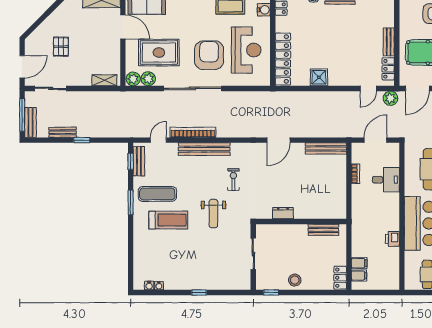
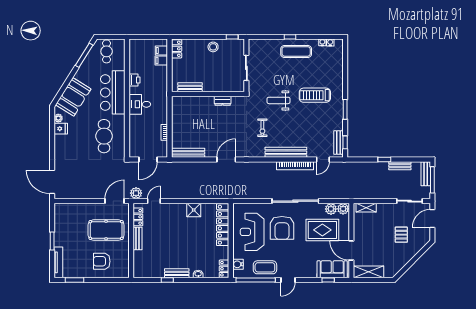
desk: (386, 180) -> (140, 104), moved
exercise mat: (157, 194) -> (296, 51), moved
weight bench: (213, 214) -> (278, 100), turned -90

